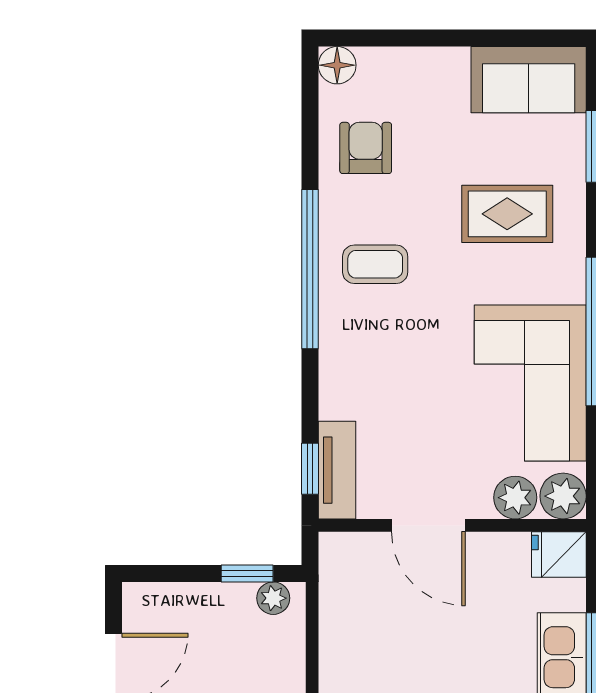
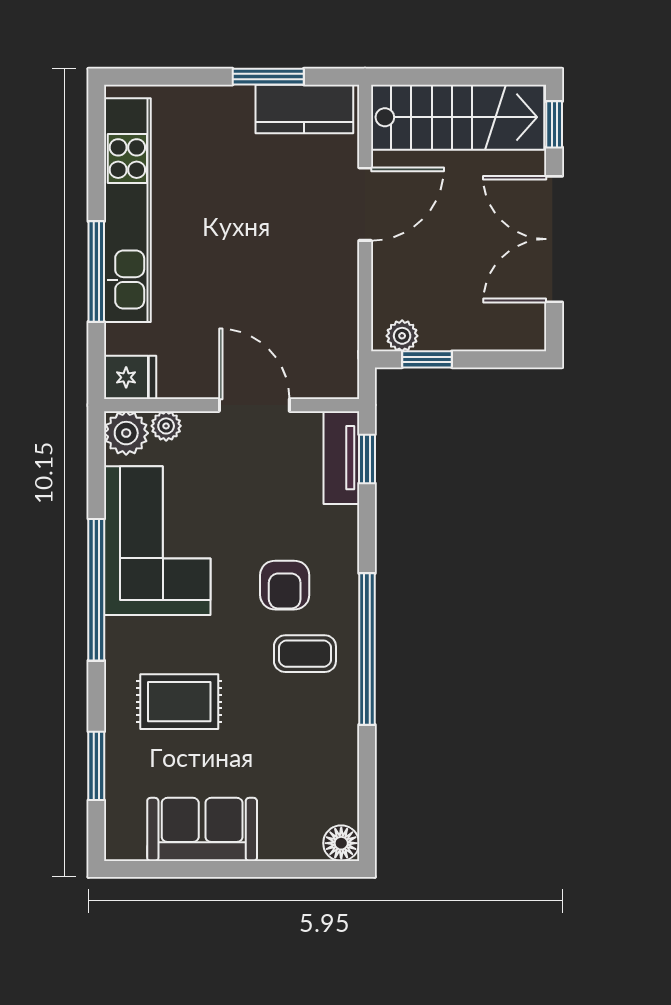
sofa: (529, 80) -> (202, 829), moved
armchair: (366, 148) -> (285, 585), moved
plant: (515, 498) -> (166, 426), width x0.73, depth x0.73

